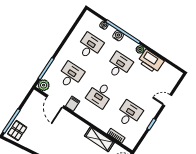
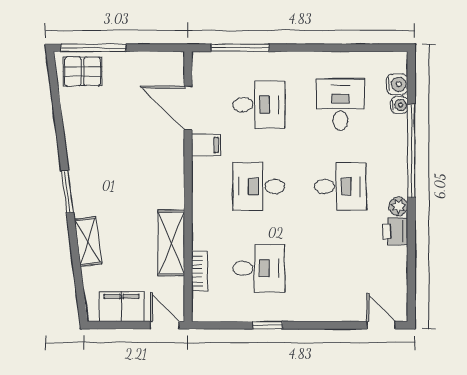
water cooler: (118, 36) -> (397, 84), moved
desk: (90, 46) -> (340, 105), turned -90
printer: (151, 61) -> (395, 231), width x0.53, depth x0.68
plant: (44, 85) -> (205, 65), removed
door: (167, 100) -> (381, 325), moved
door: (55, 101) -> (188, 108), hinge flipped

